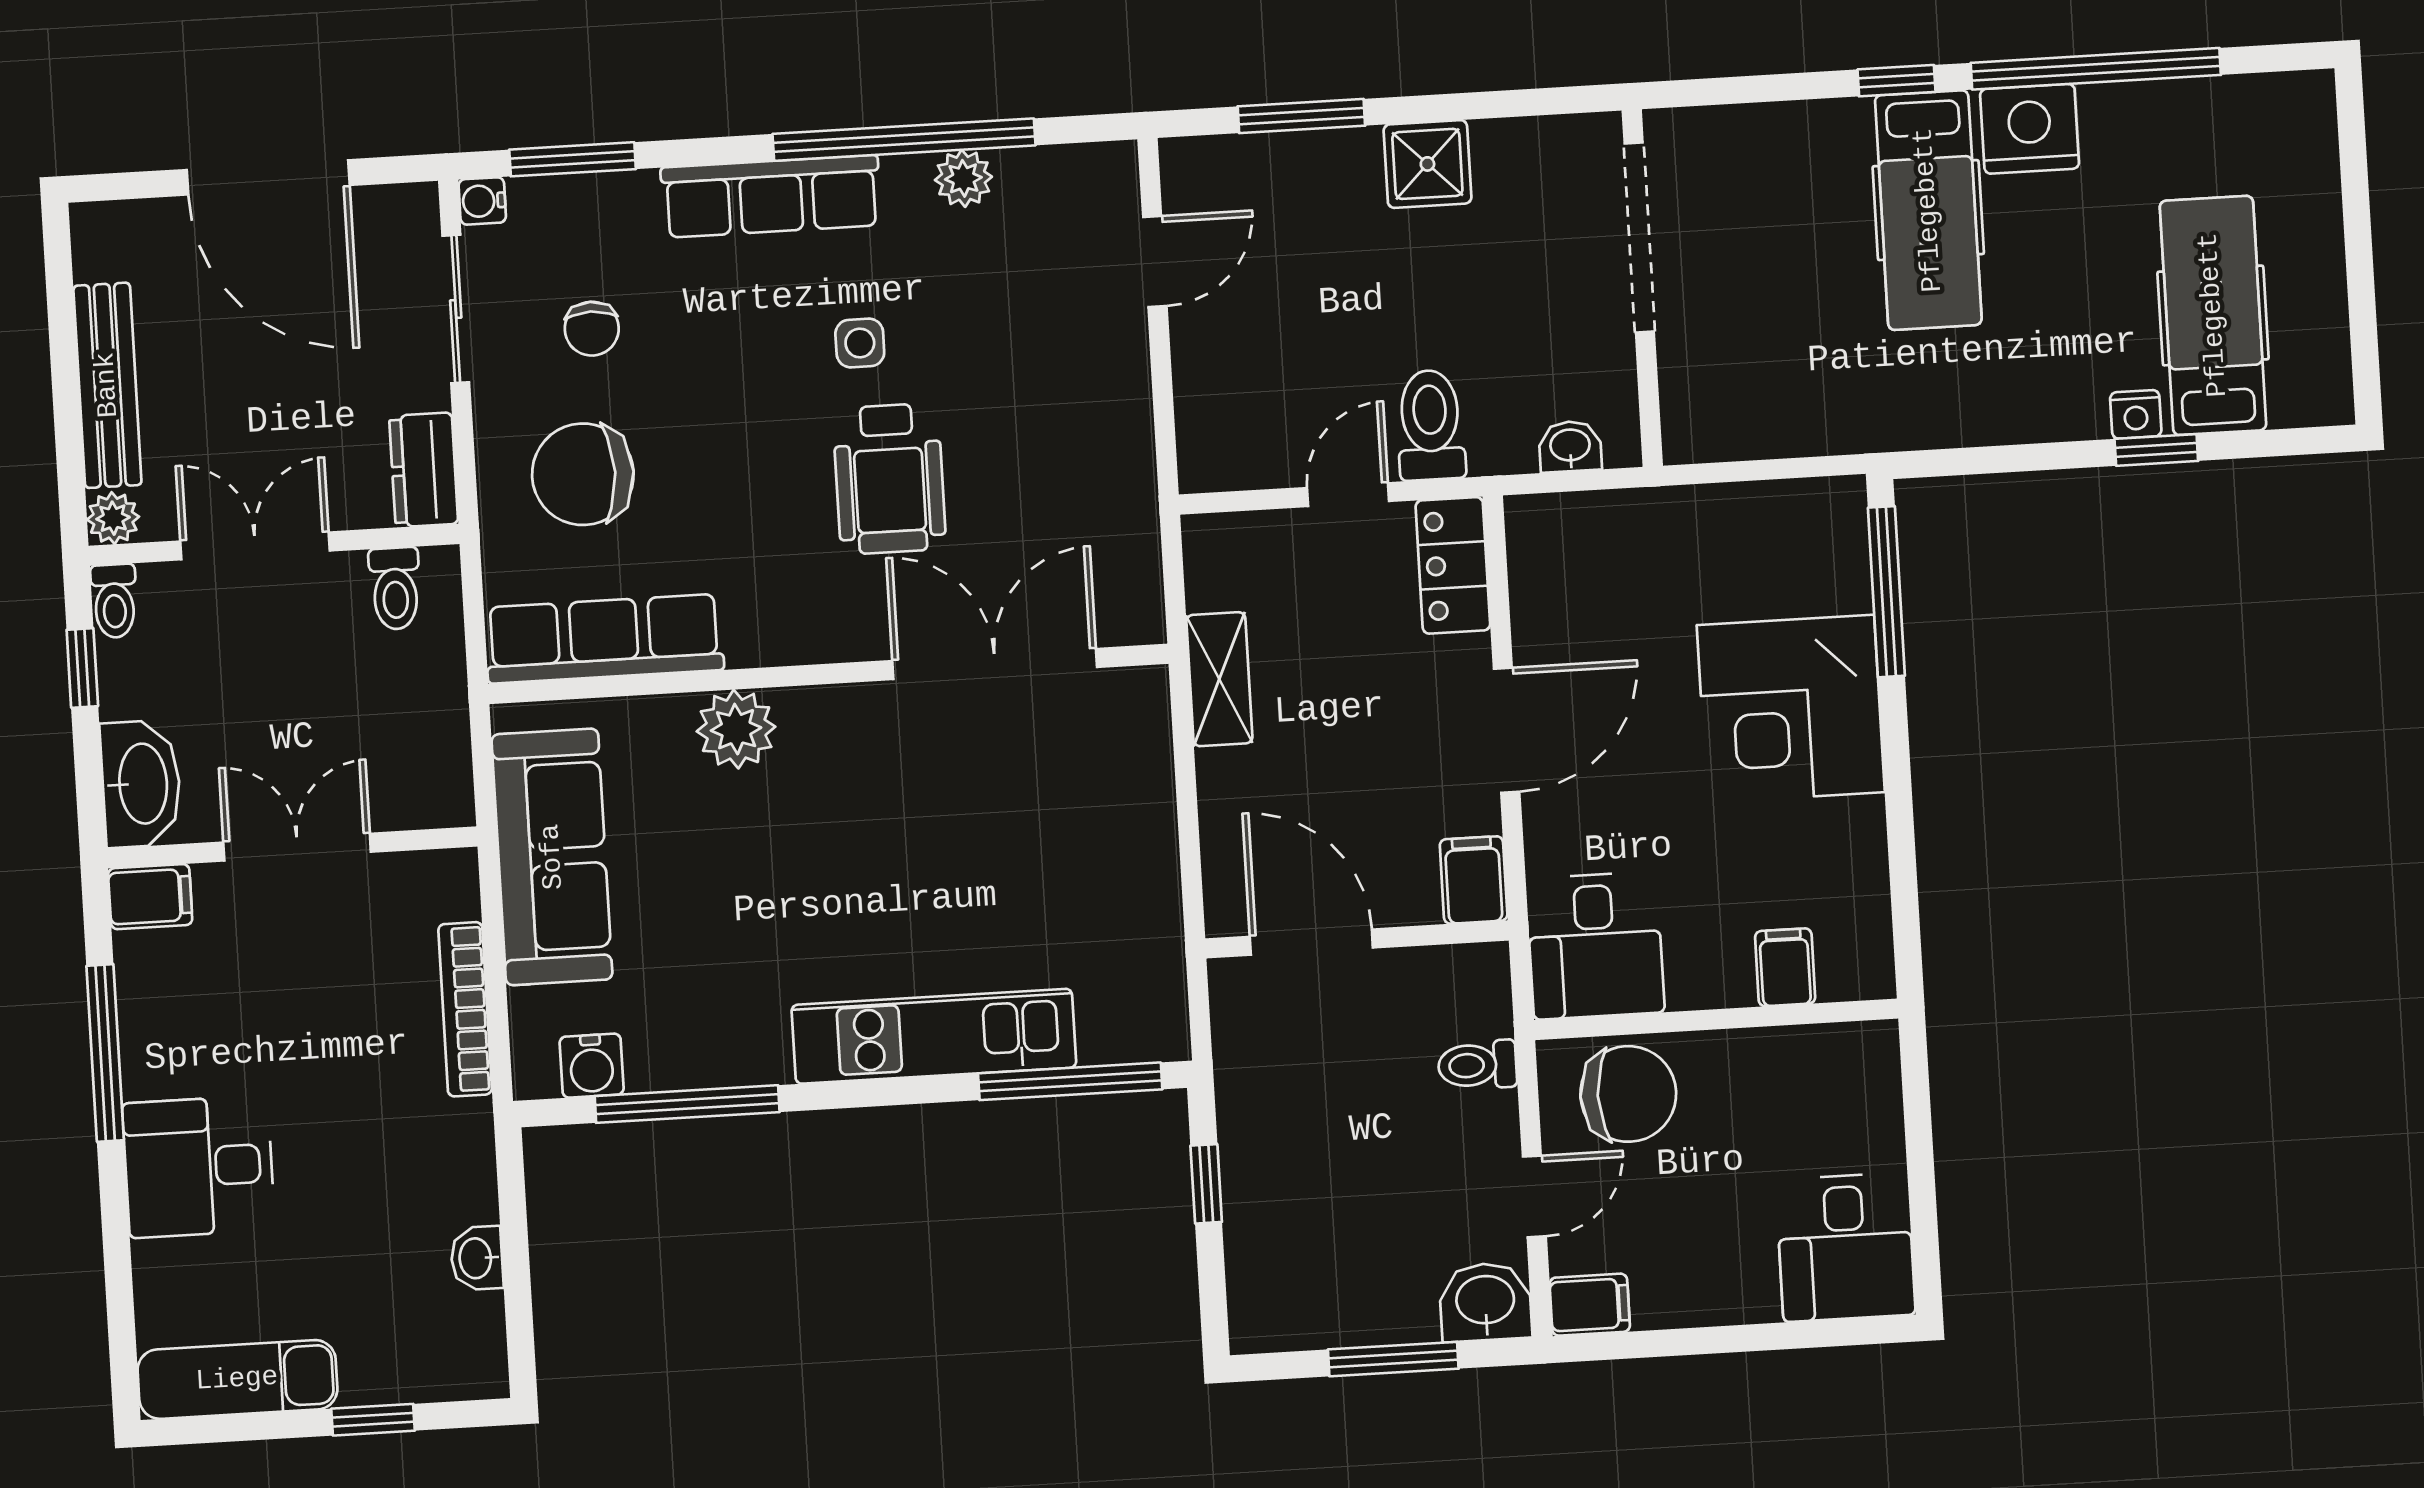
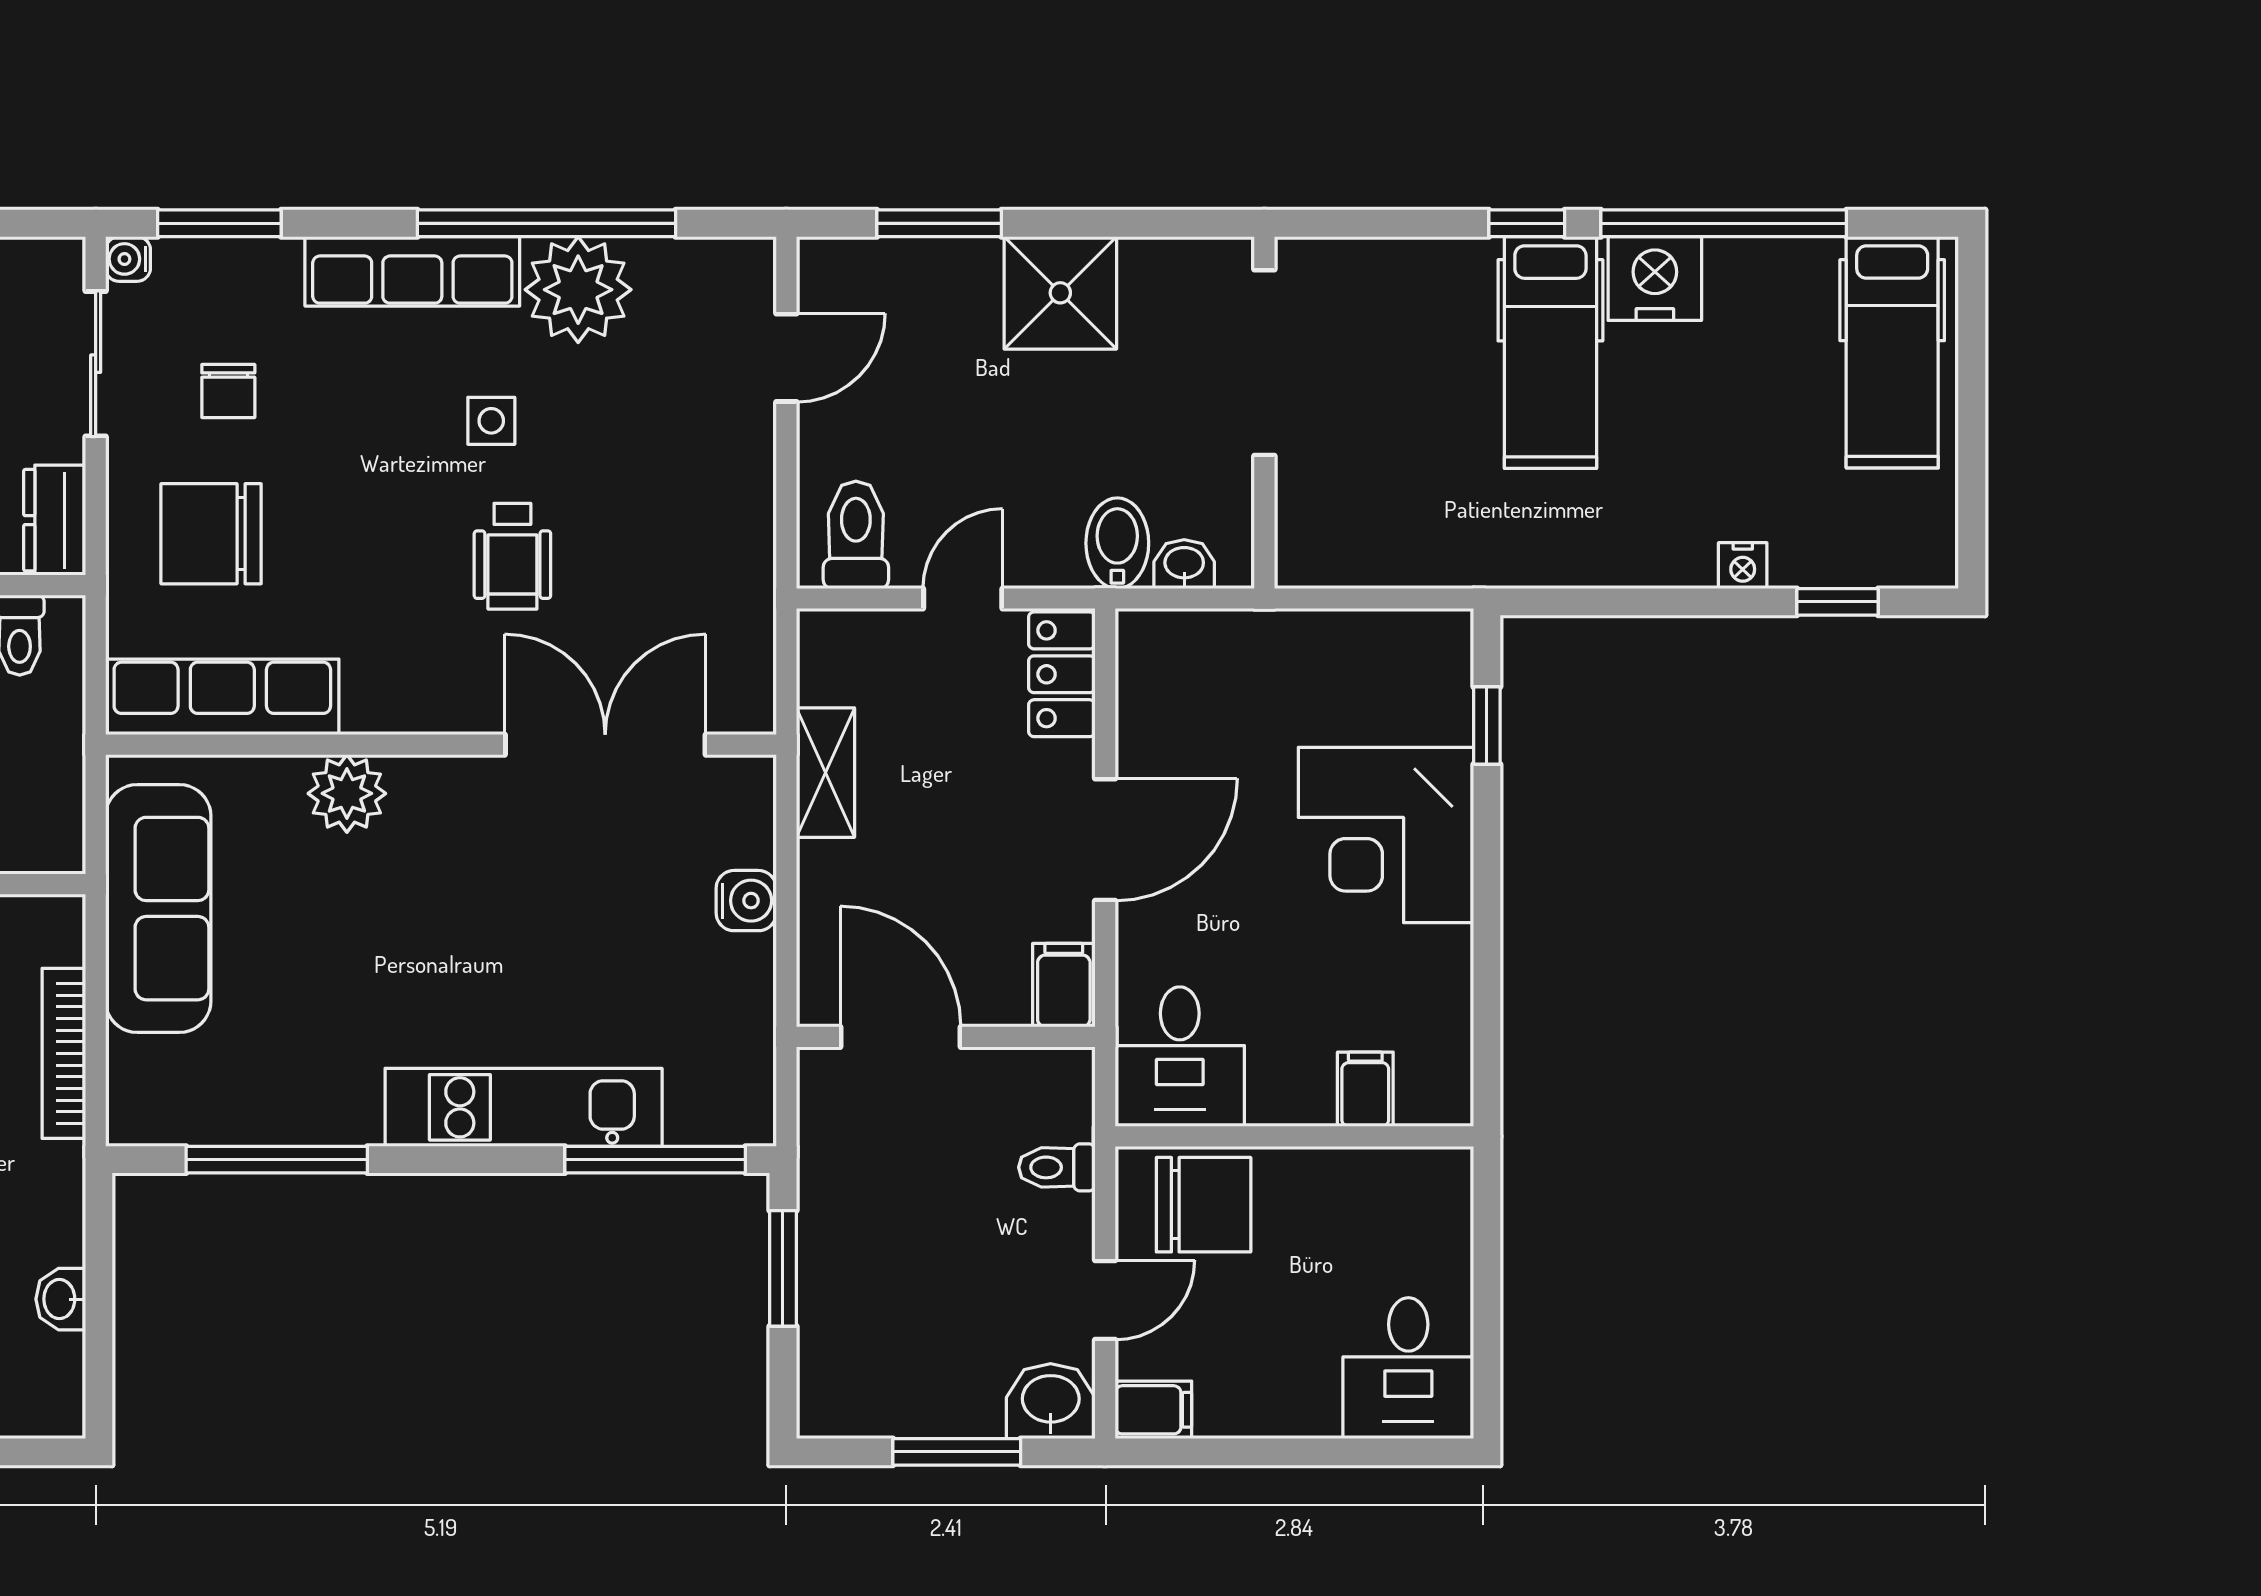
shower: (1427, 164) -> (1060, 293), width x1.36, depth x1.36
plant: (963, 178) -> (578, 290), width x1.88, depth x1.88
hospital bed: (2213, 315) -> (1892, 352), moved, turned 180
toilet: (1430, 425) -> (856, 535), moved
bidet: (1501, 429) -> (1117, 543), added
window: (2156, 450) -> (1838, 602), moved
wheelchair: (889, 479) -> (512, 556), width x0.73, depth x0.73
window: (1886, 592) -> (1487, 726), width x0.46
water cooler: (592, 1066) -> (746, 901), moved, turned -90
window: (1206, 1184) -> (783, 1268), width x1.50

